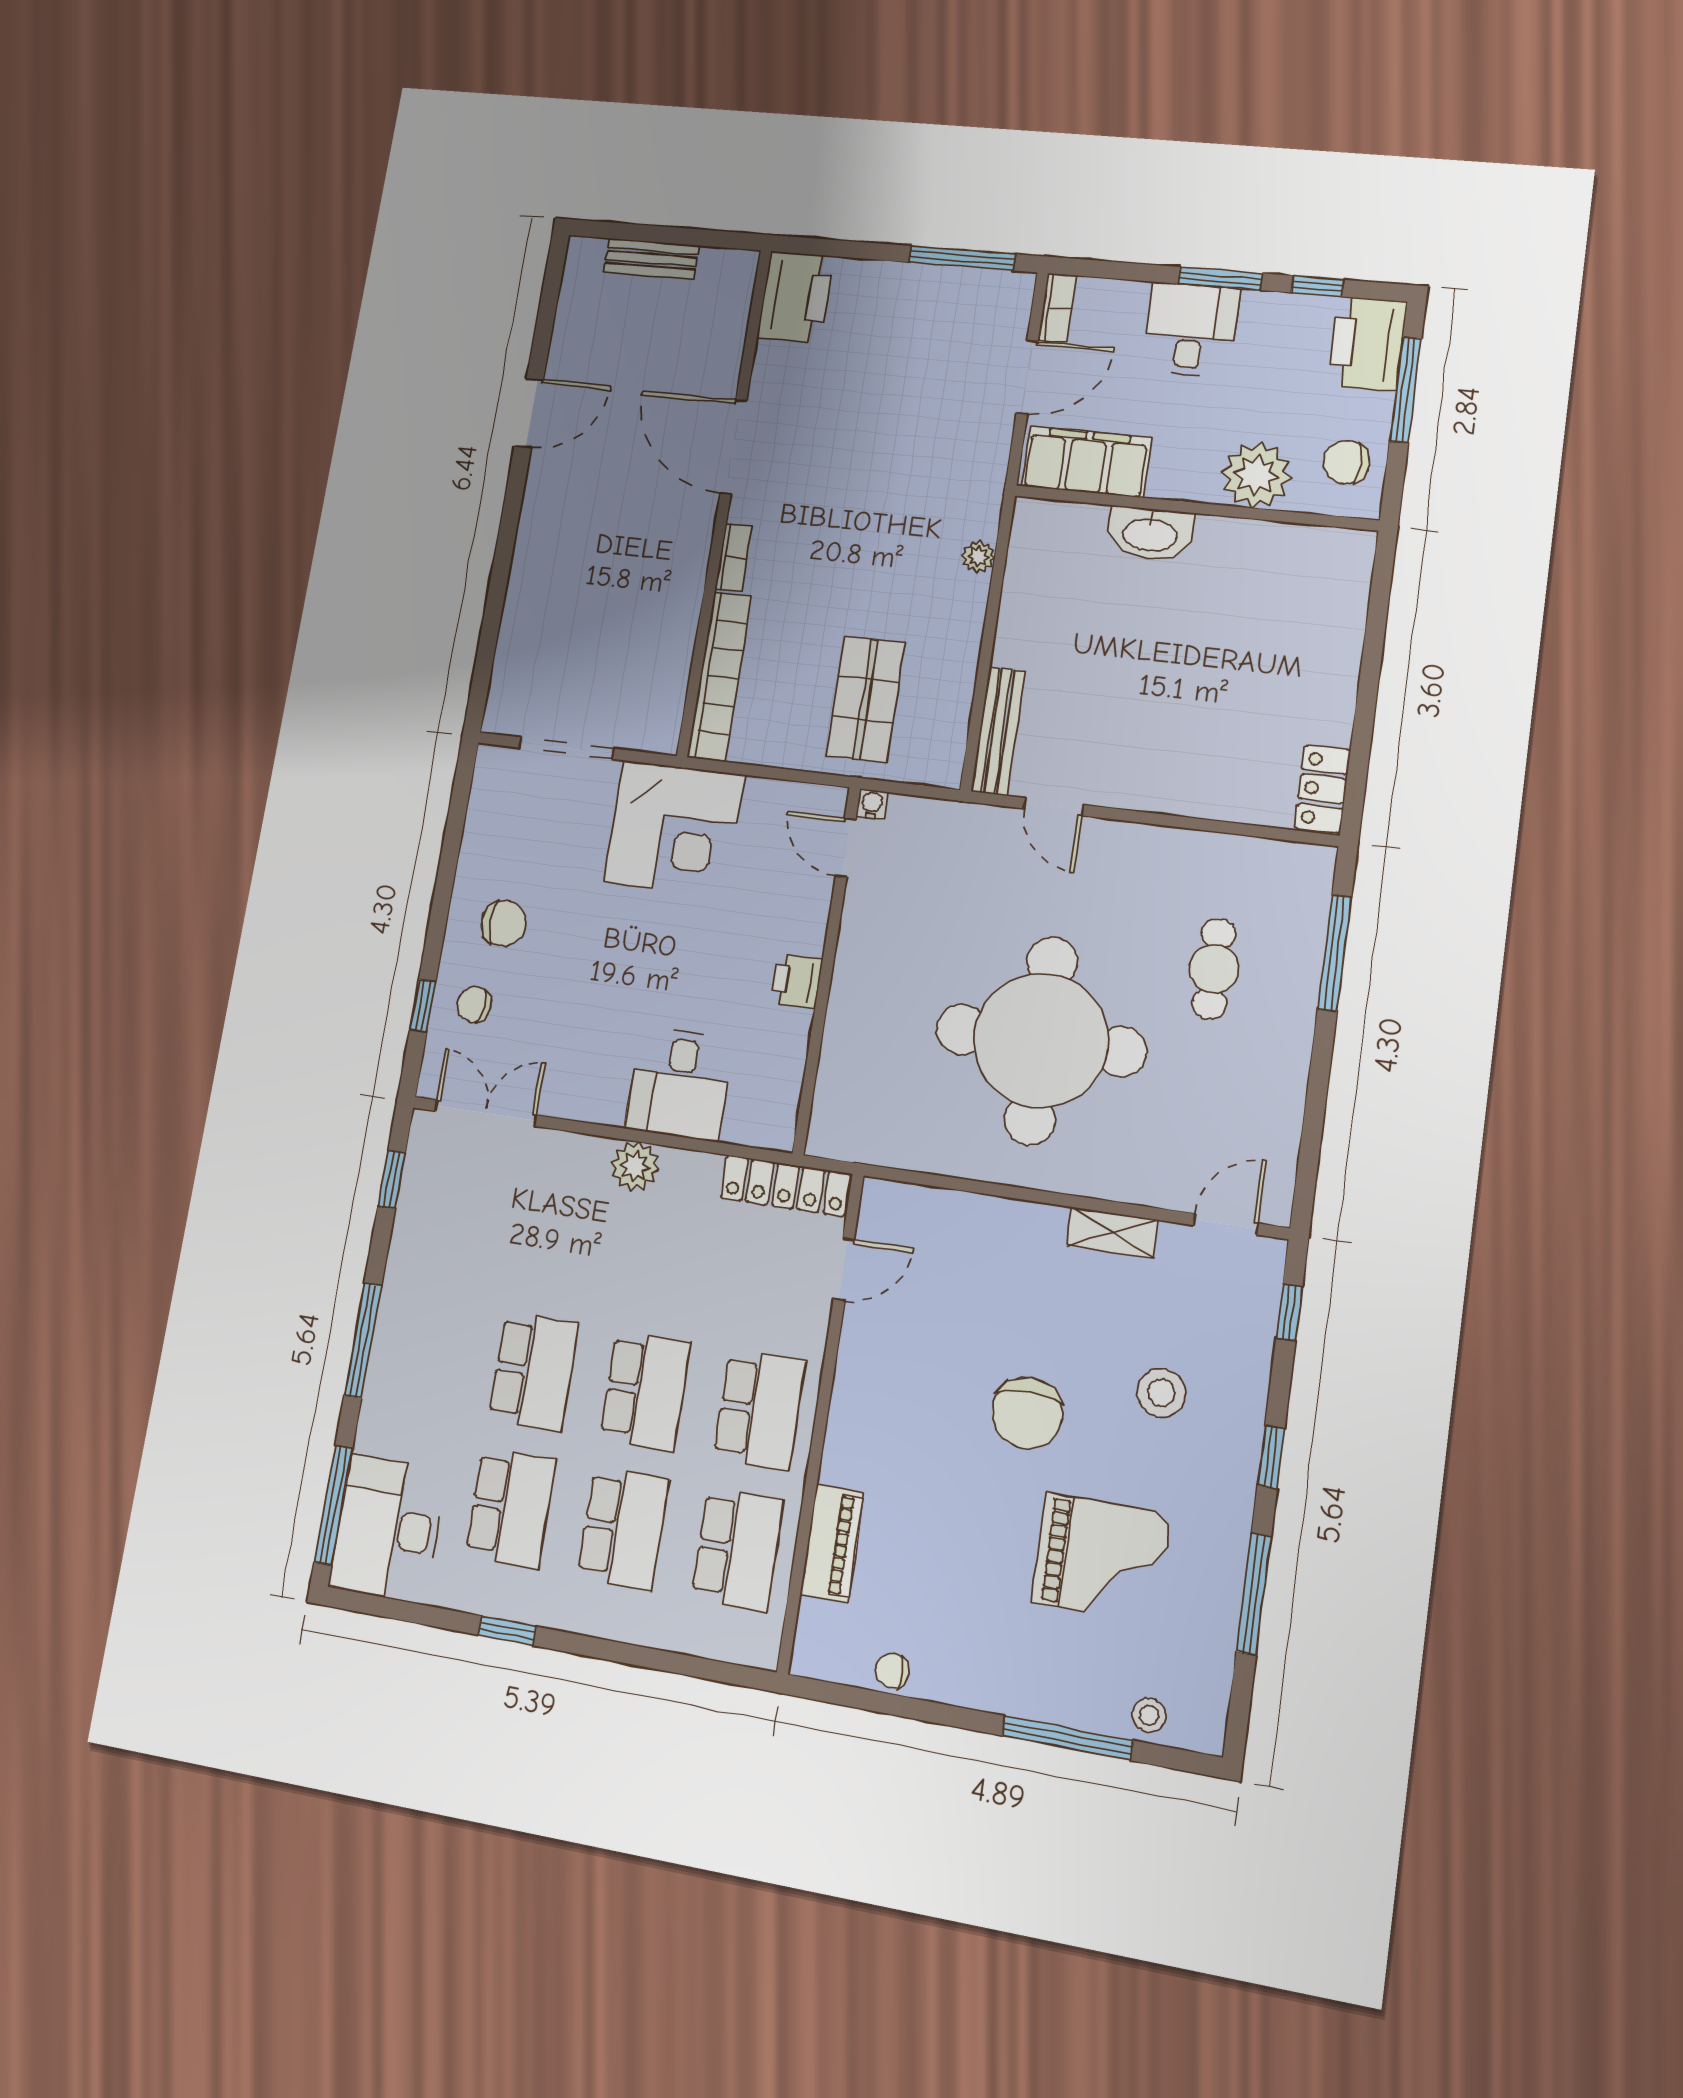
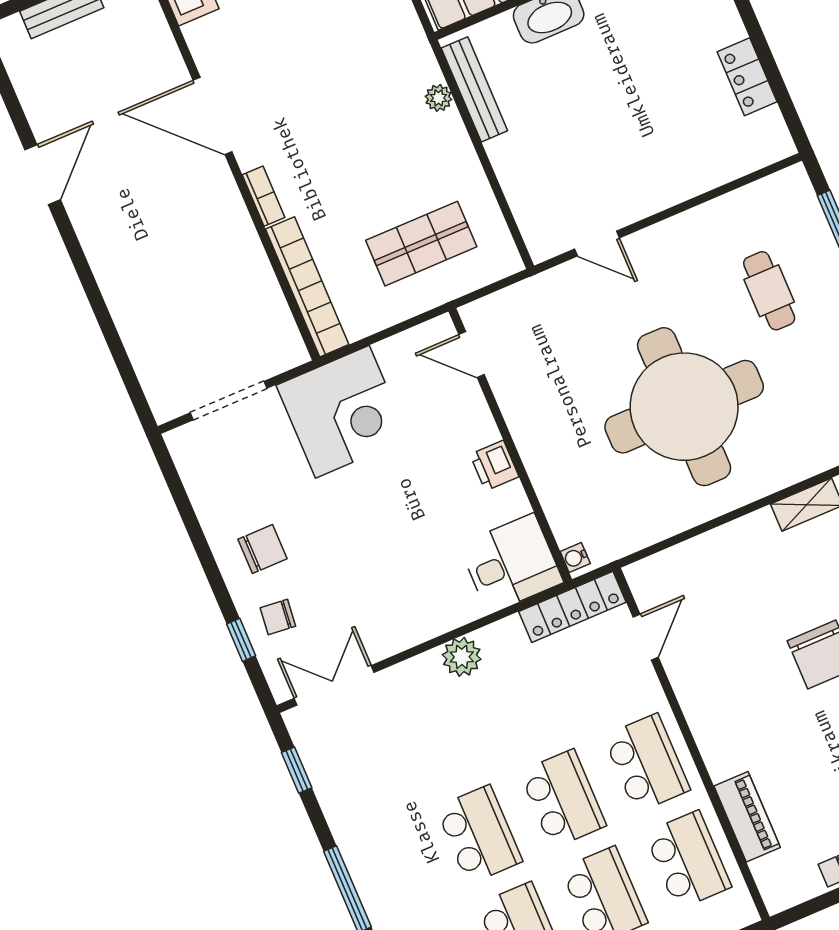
shop shelf: (865, 699) -> (421, 244), turned 90
bench: (998, 731) -> (474, 89), moved
locker: (1322, 789) -> (747, 77), moved
water cooler: (872, 804) -> (575, 558), moved, turned -90
desk: (679, 1084) -> (511, 564), moved, turned -90

